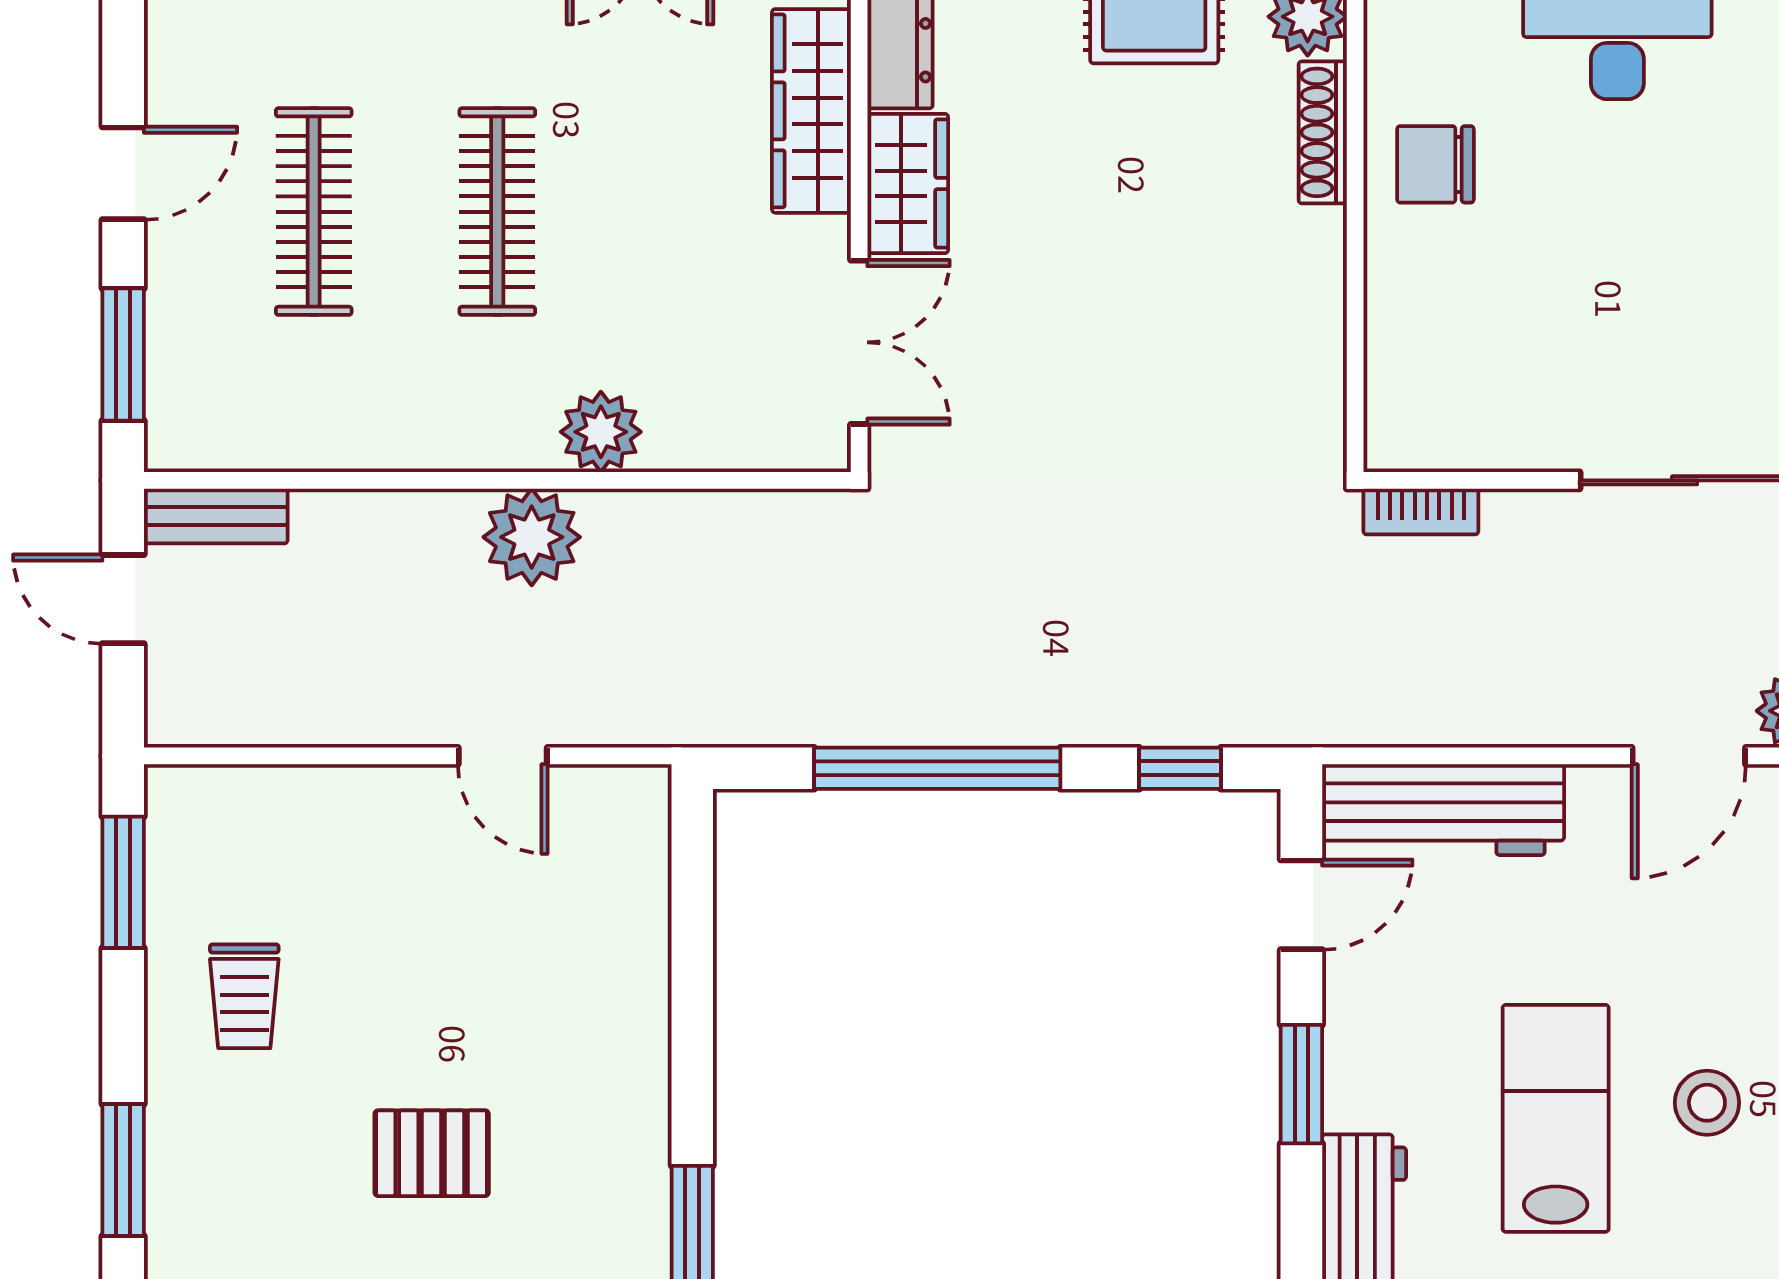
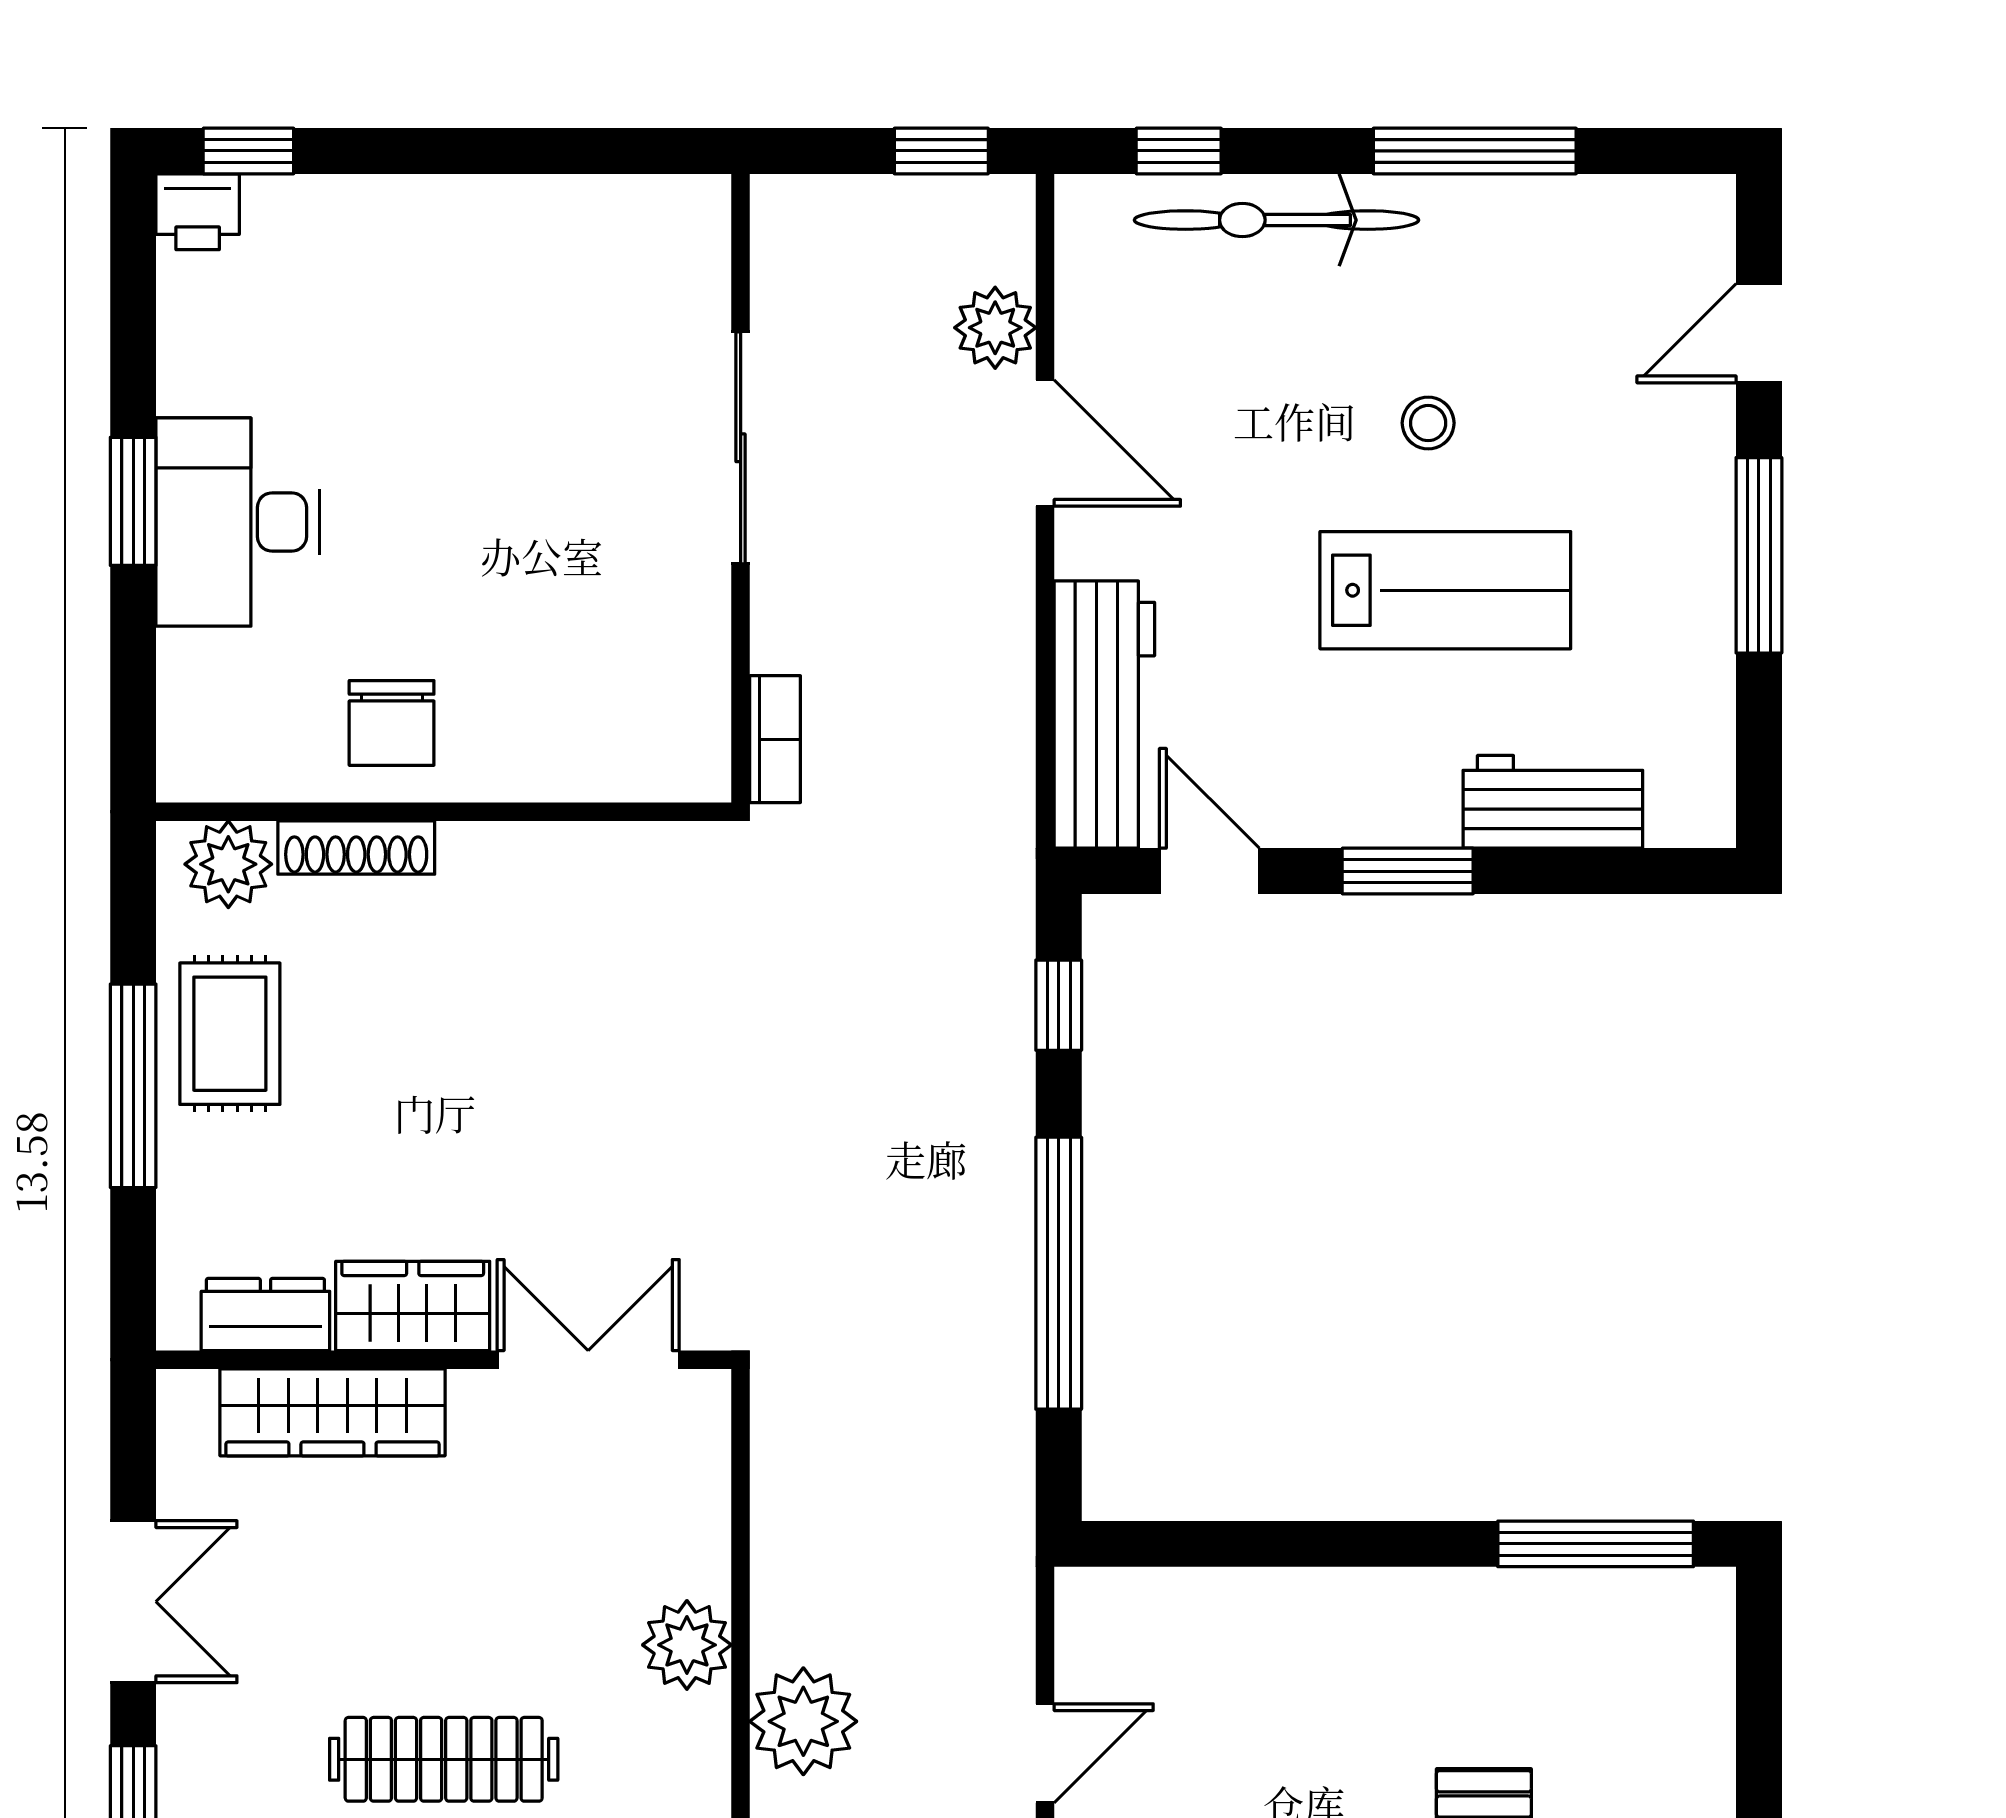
stool: (1707, 1103) -> (1428, 423), width x0.73, depth x0.73
lab bench: (1556, 1118) -> (1445, 590), turned 180

